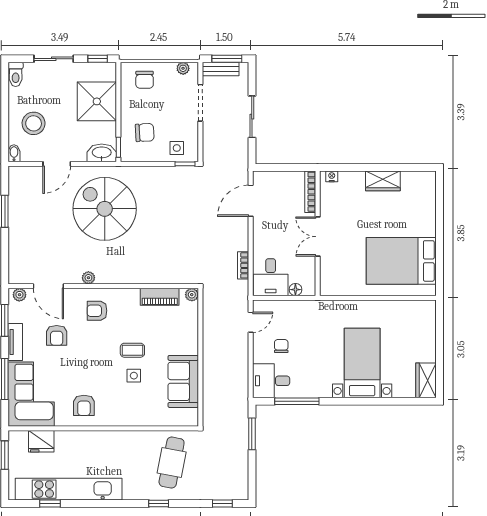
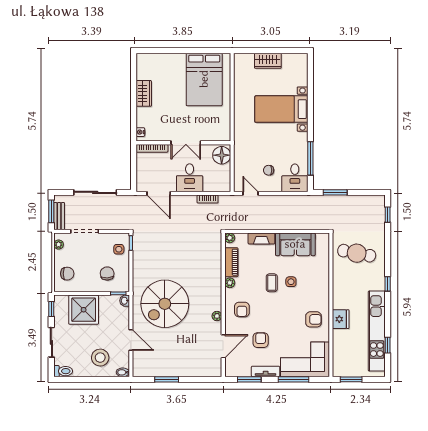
sliding door: (252, 117) -> (95, 192), width x1.37
washbasin: (102, 153) -> (125, 301), width x0.52, depth x0.69
desk: (271, 277) -> (190, 178), moved, turned 90
floor lamp: (295, 290) -> (222, 155), width x1.89, depth x1.89
plant: (19, 295) -> (230, 283), moved
armchair: (57, 335) -> (261, 340), turned -90
fireplace: (191, 337) -> (261, 239), added
wardrobe: (426, 380) -> (268, 61), moved
fridge: (41, 441) -> (341, 319), moved
window: (159, 503) -> (388, 284), moved

